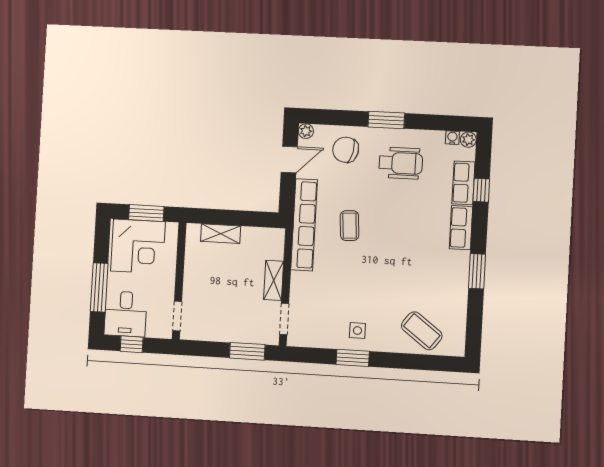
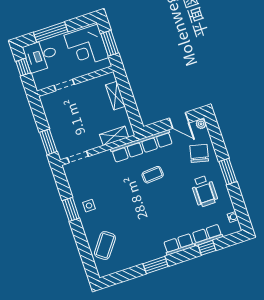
plant: (468, 140) -> (235, 227), removed
shelving: (274, 280) -> (114, 136), moved
doorway: (177, 316) -> (64, 85), moved

